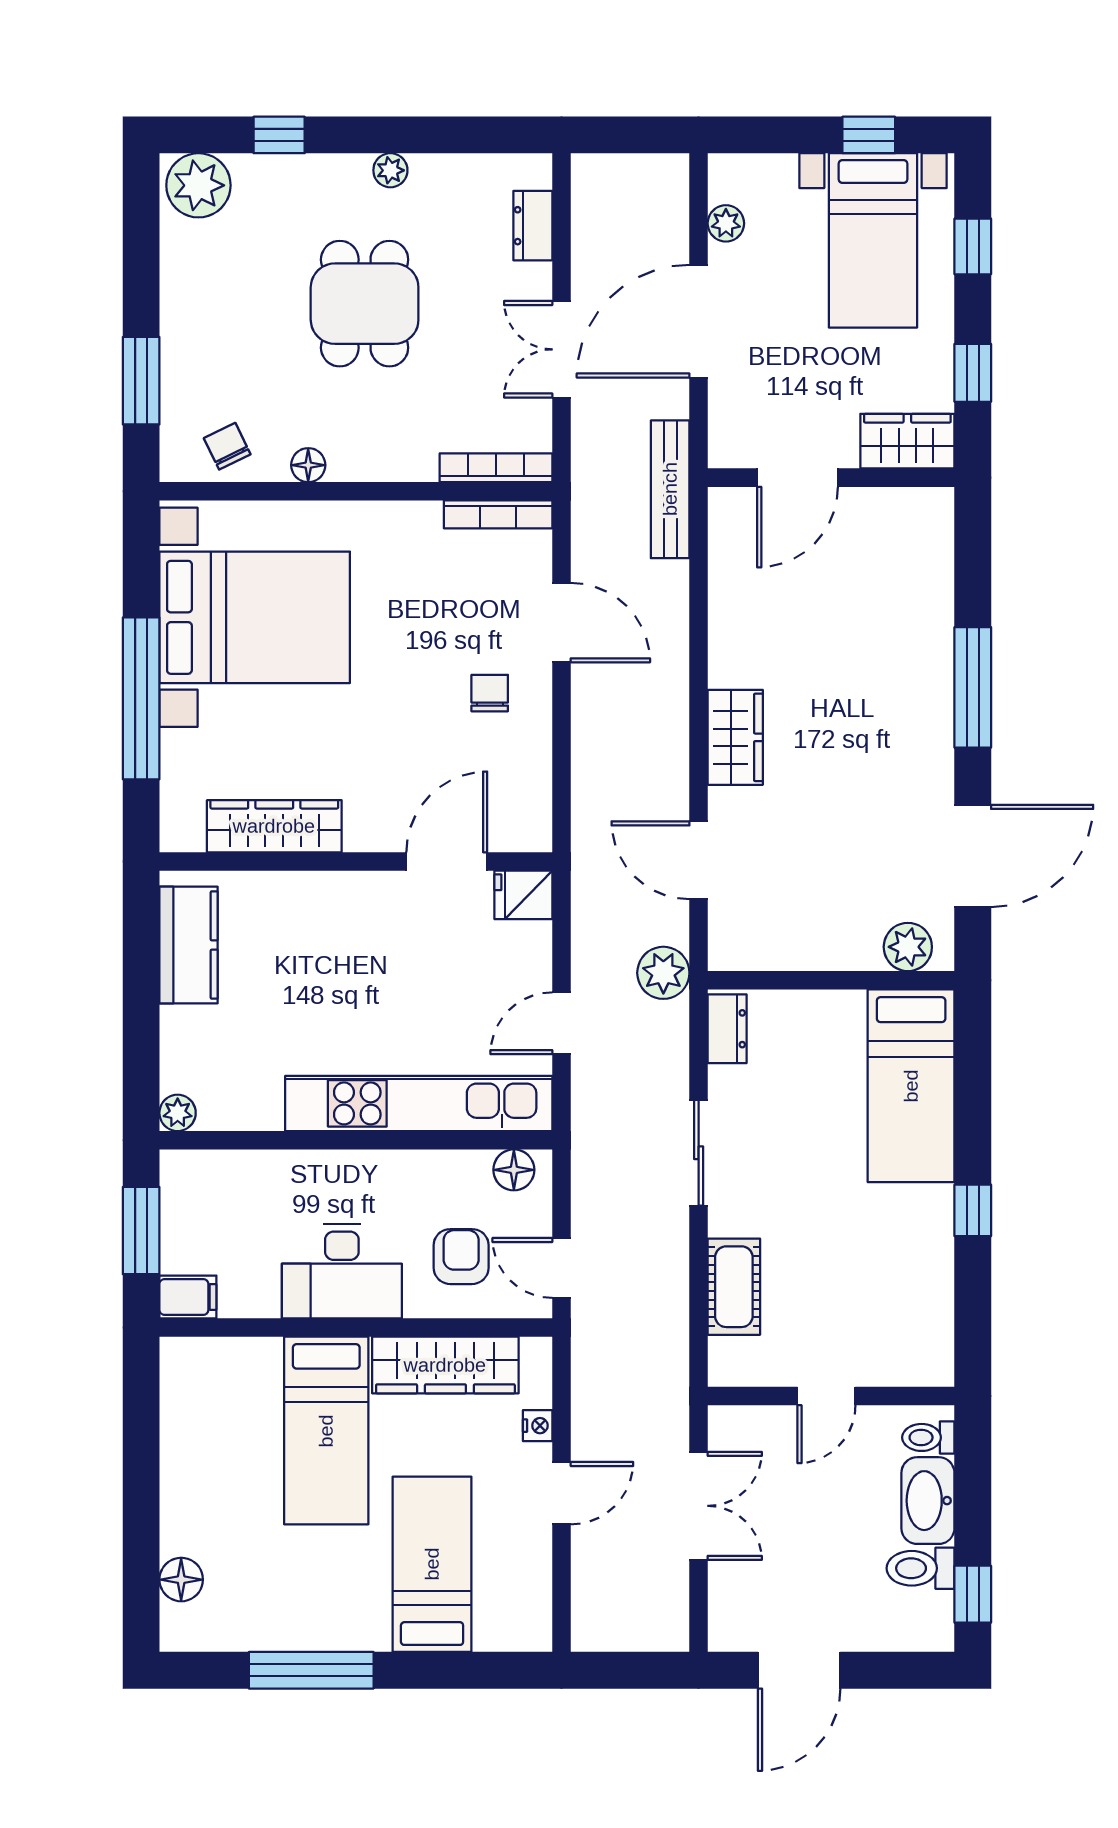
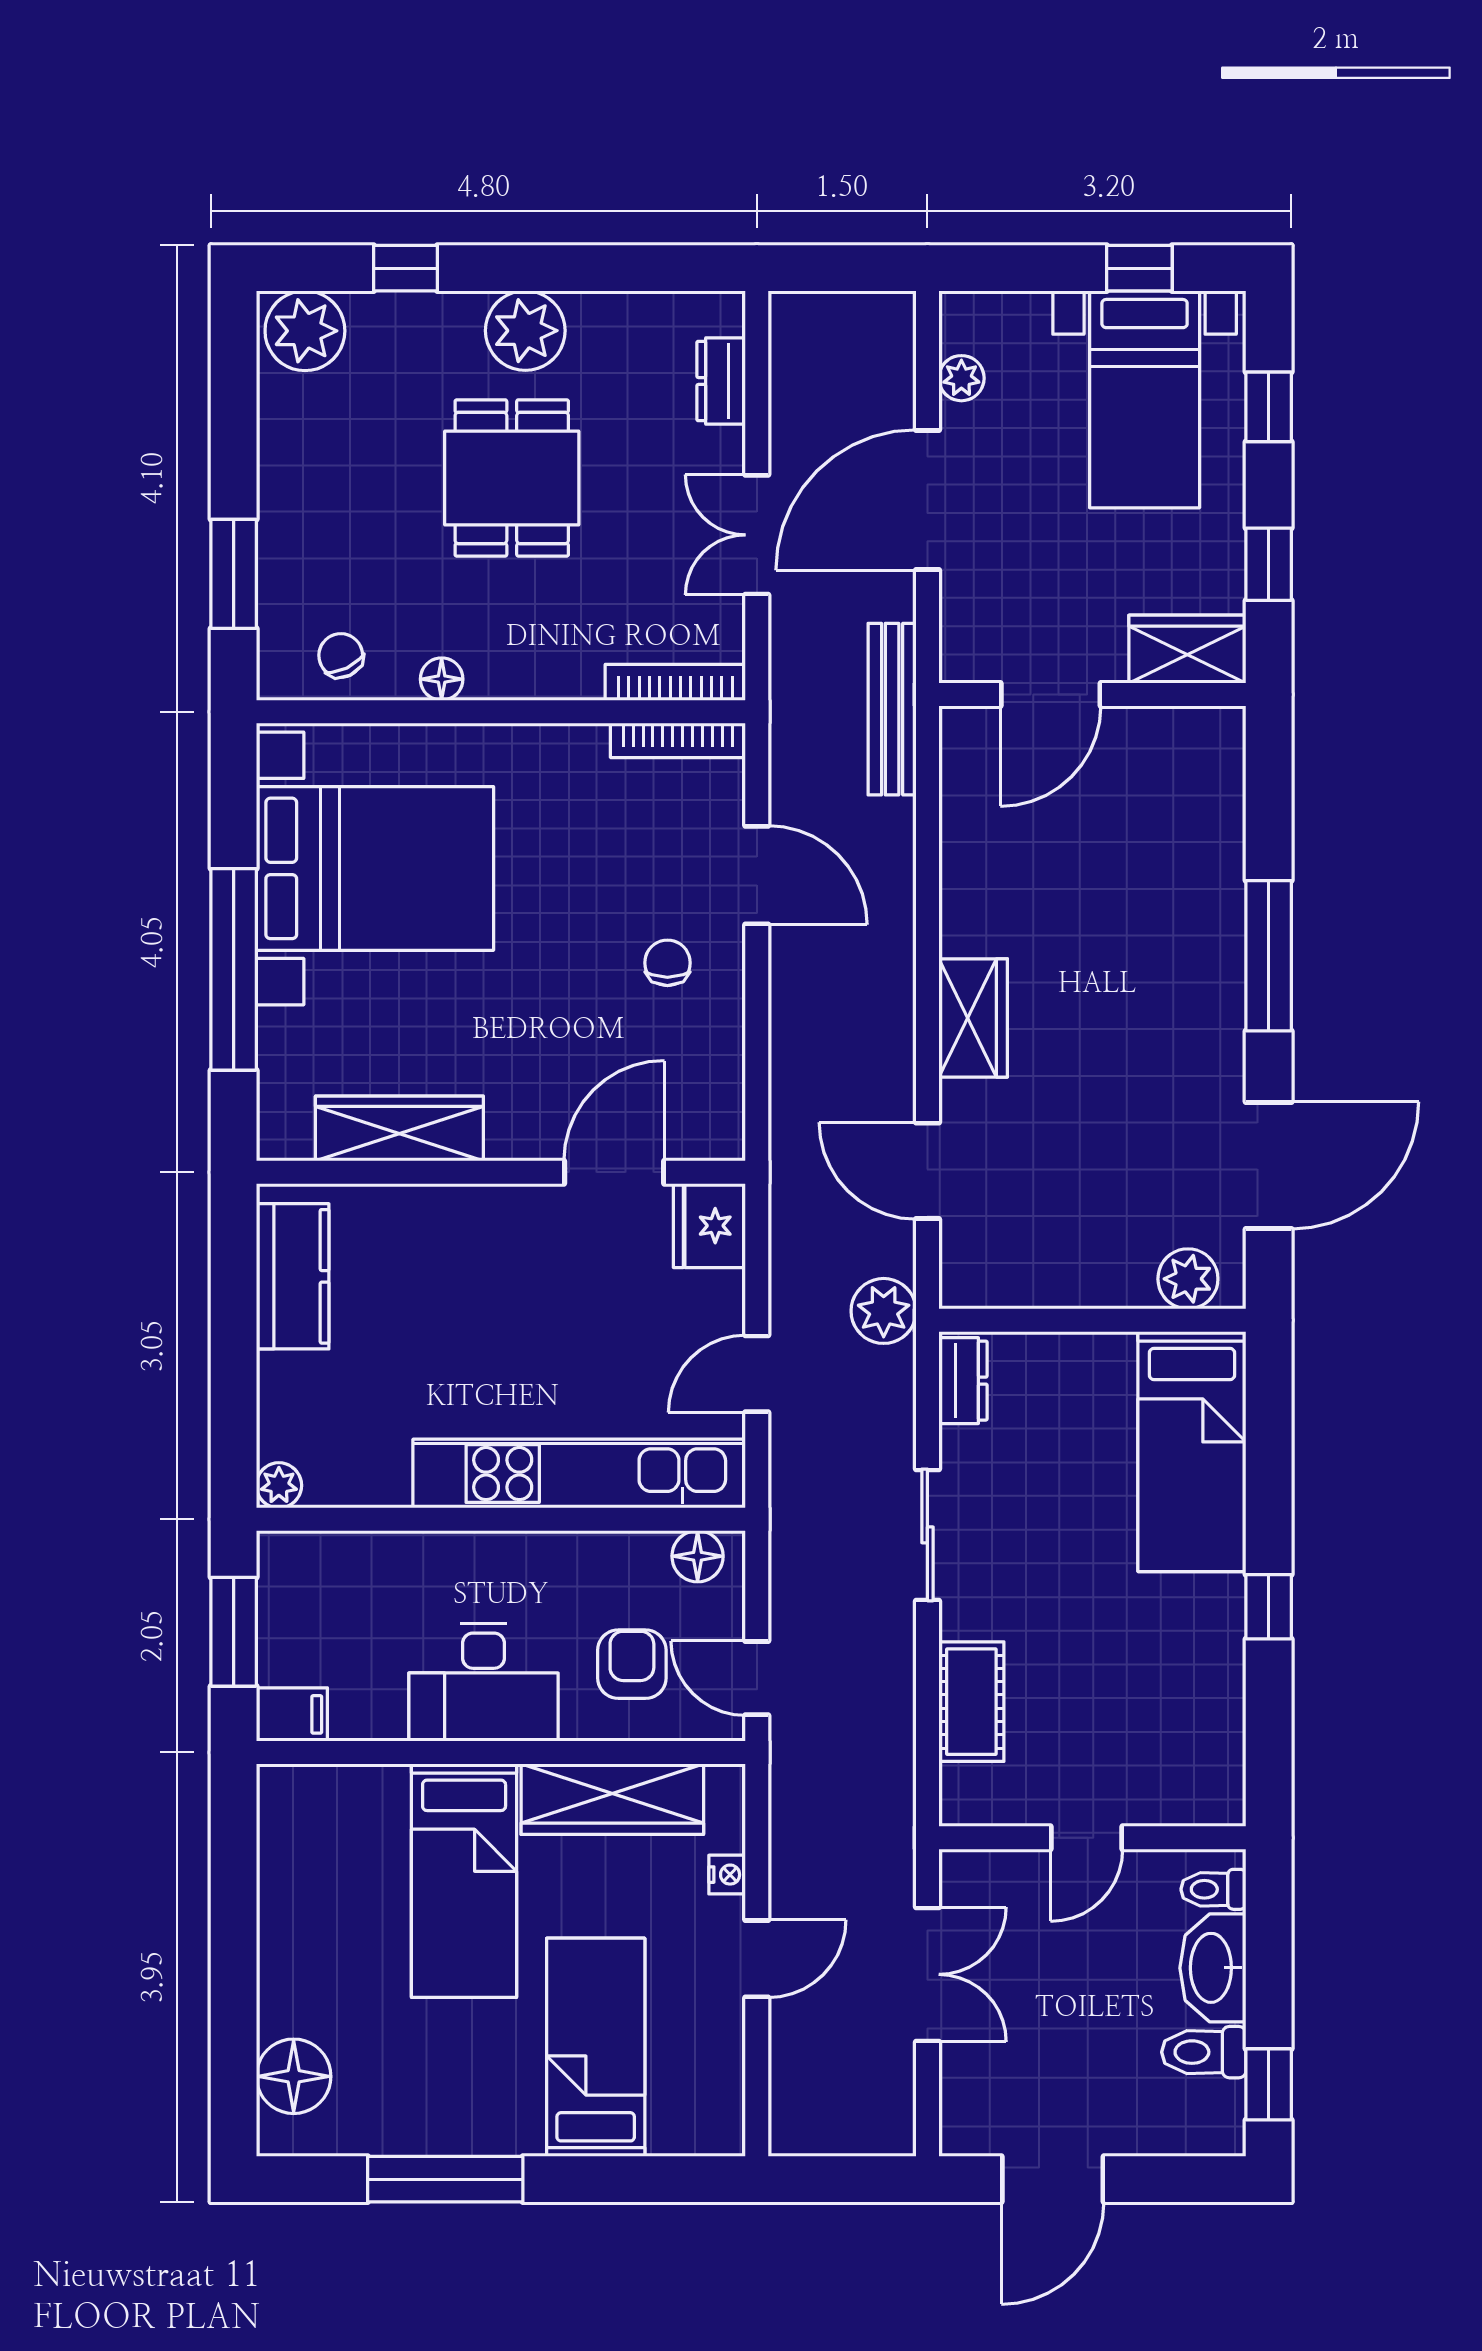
plant: (390, 170) -> (525, 331), width x1.88, depth x1.88
fridge: (523, 895) -> (709, 1226), width x1.38
floor lamp: (181, 1580) -> (294, 2076), width x1.38, depth x1.38

